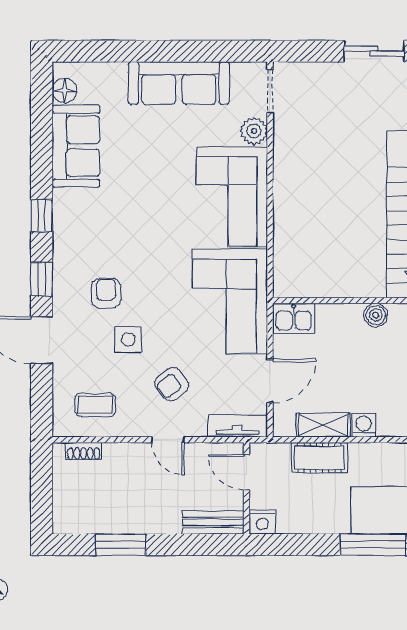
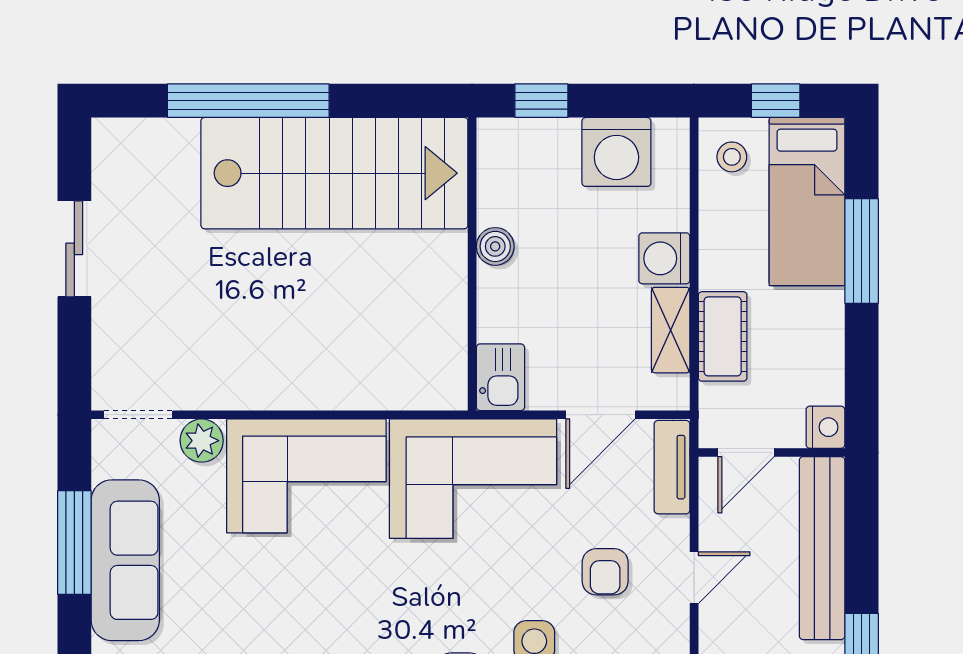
window: (190, 51) -> (74, 542), added
door: (270, 381) -> (601, 415), swing flipped
armchair: (172, 384) -> (605, 572), turned 38
washing machine: (364, 425) -> (664, 258), width x1.38, depth x1.38
bench: (213, 522) -> (822, 548), width x1.86, depth x1.21

